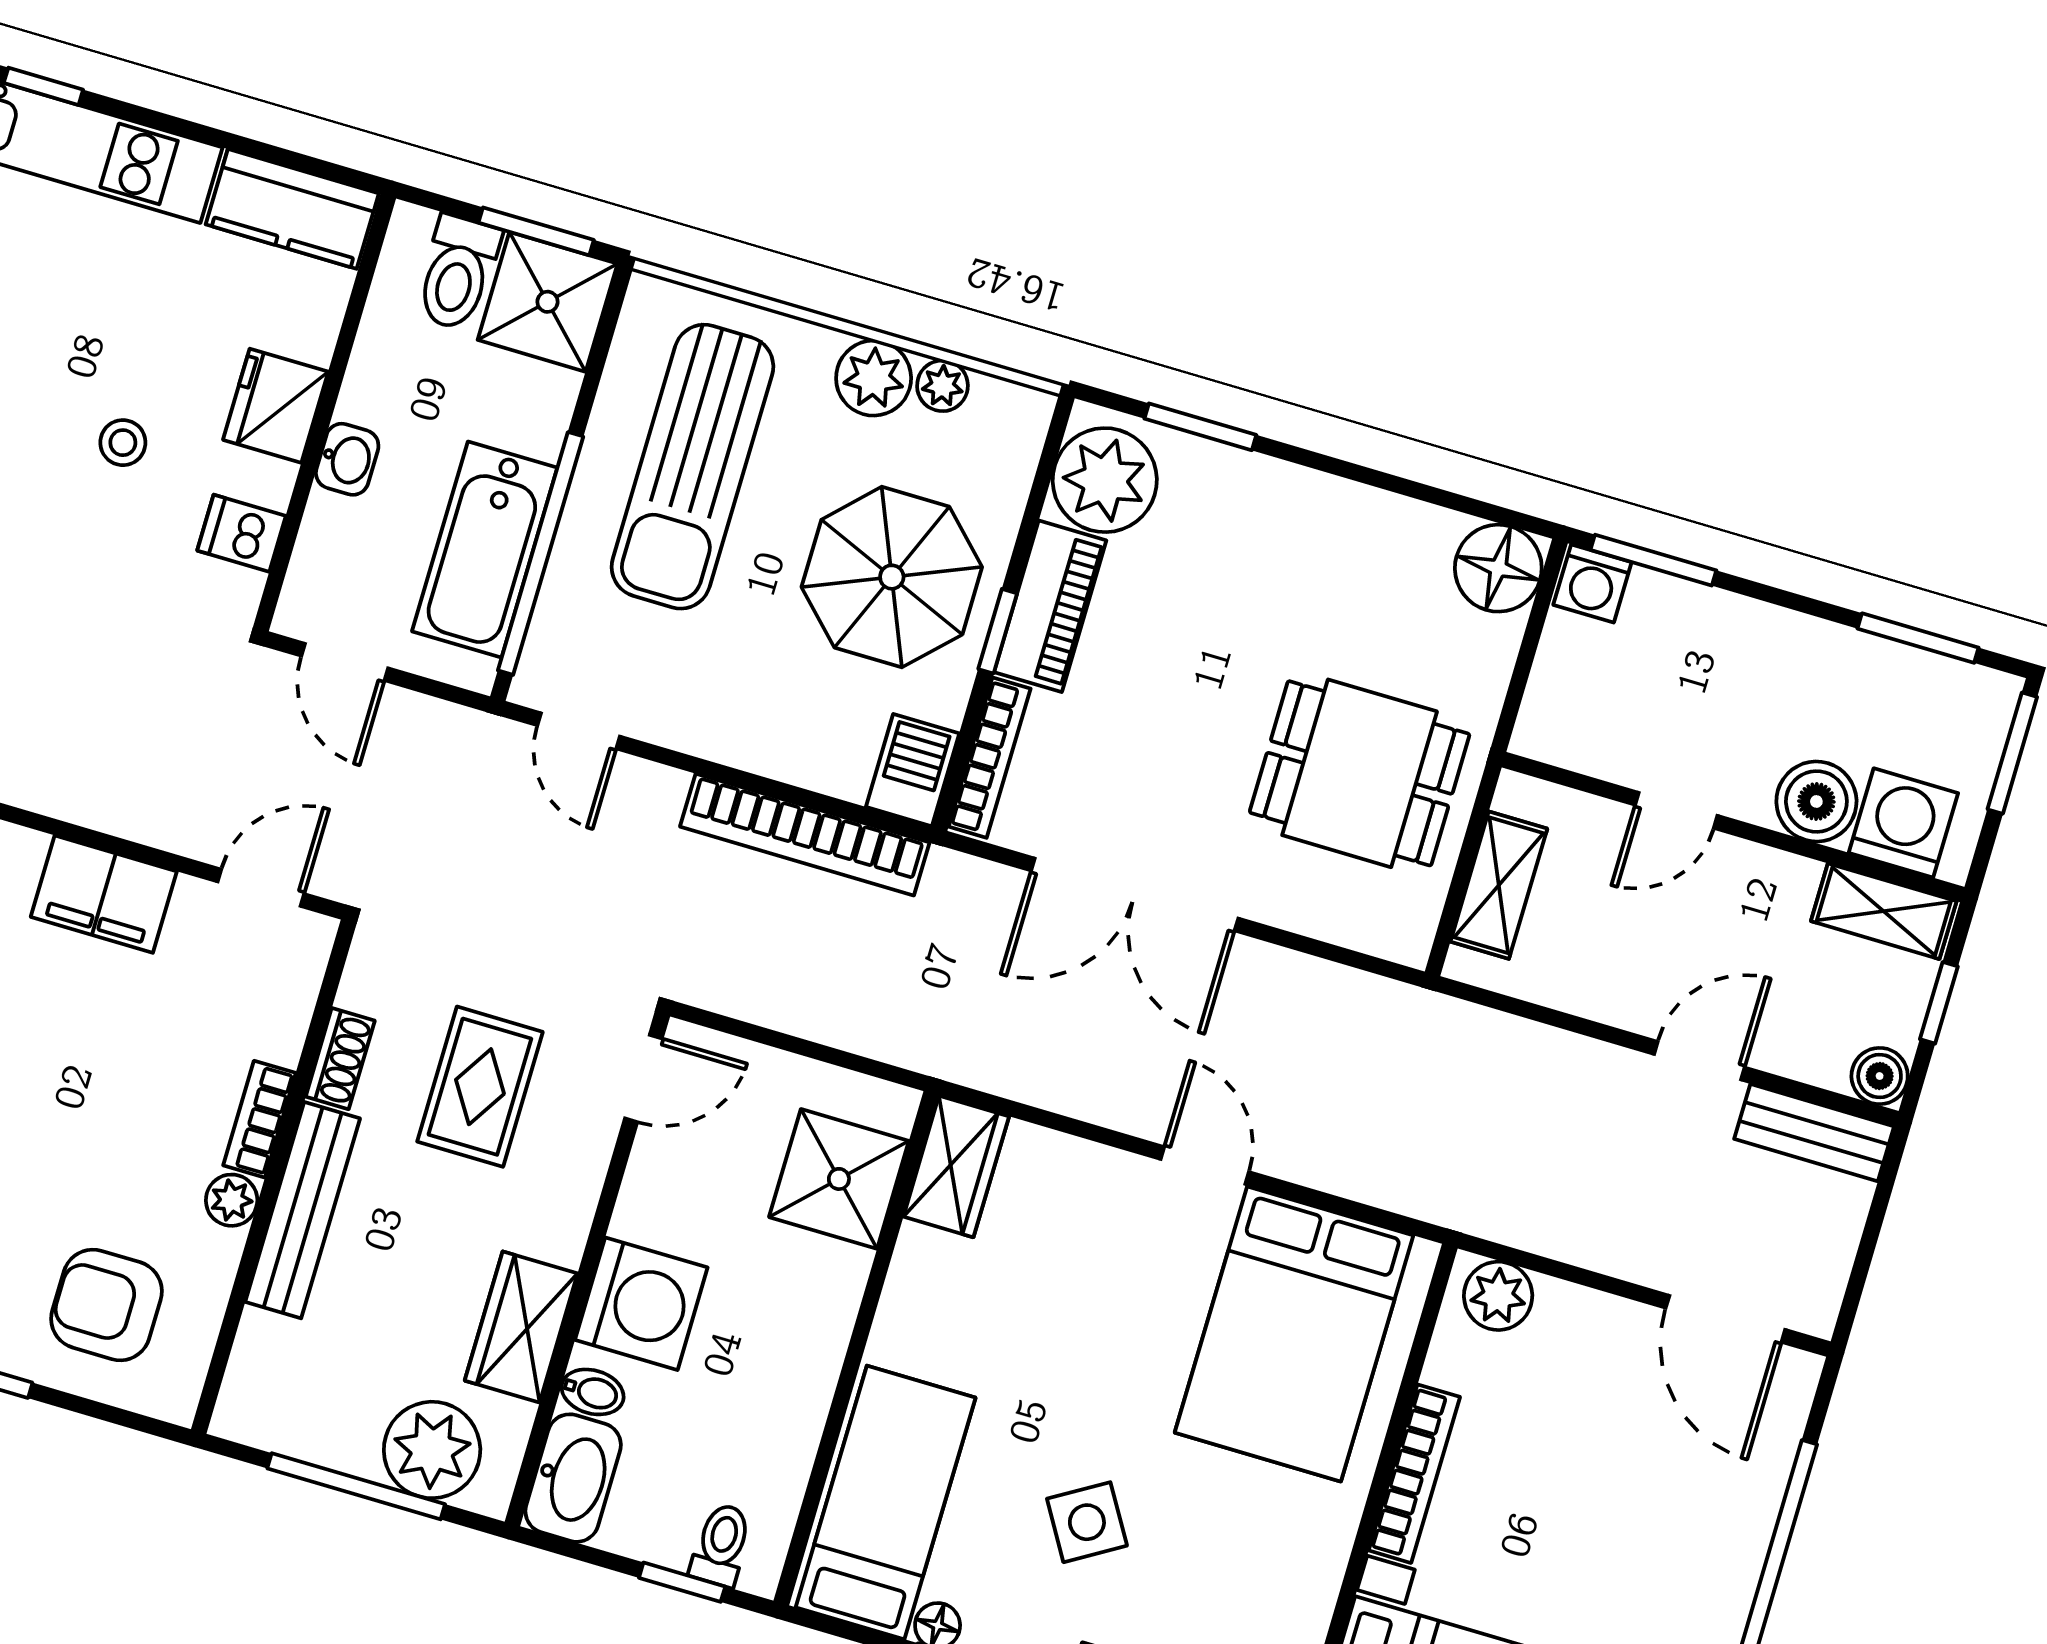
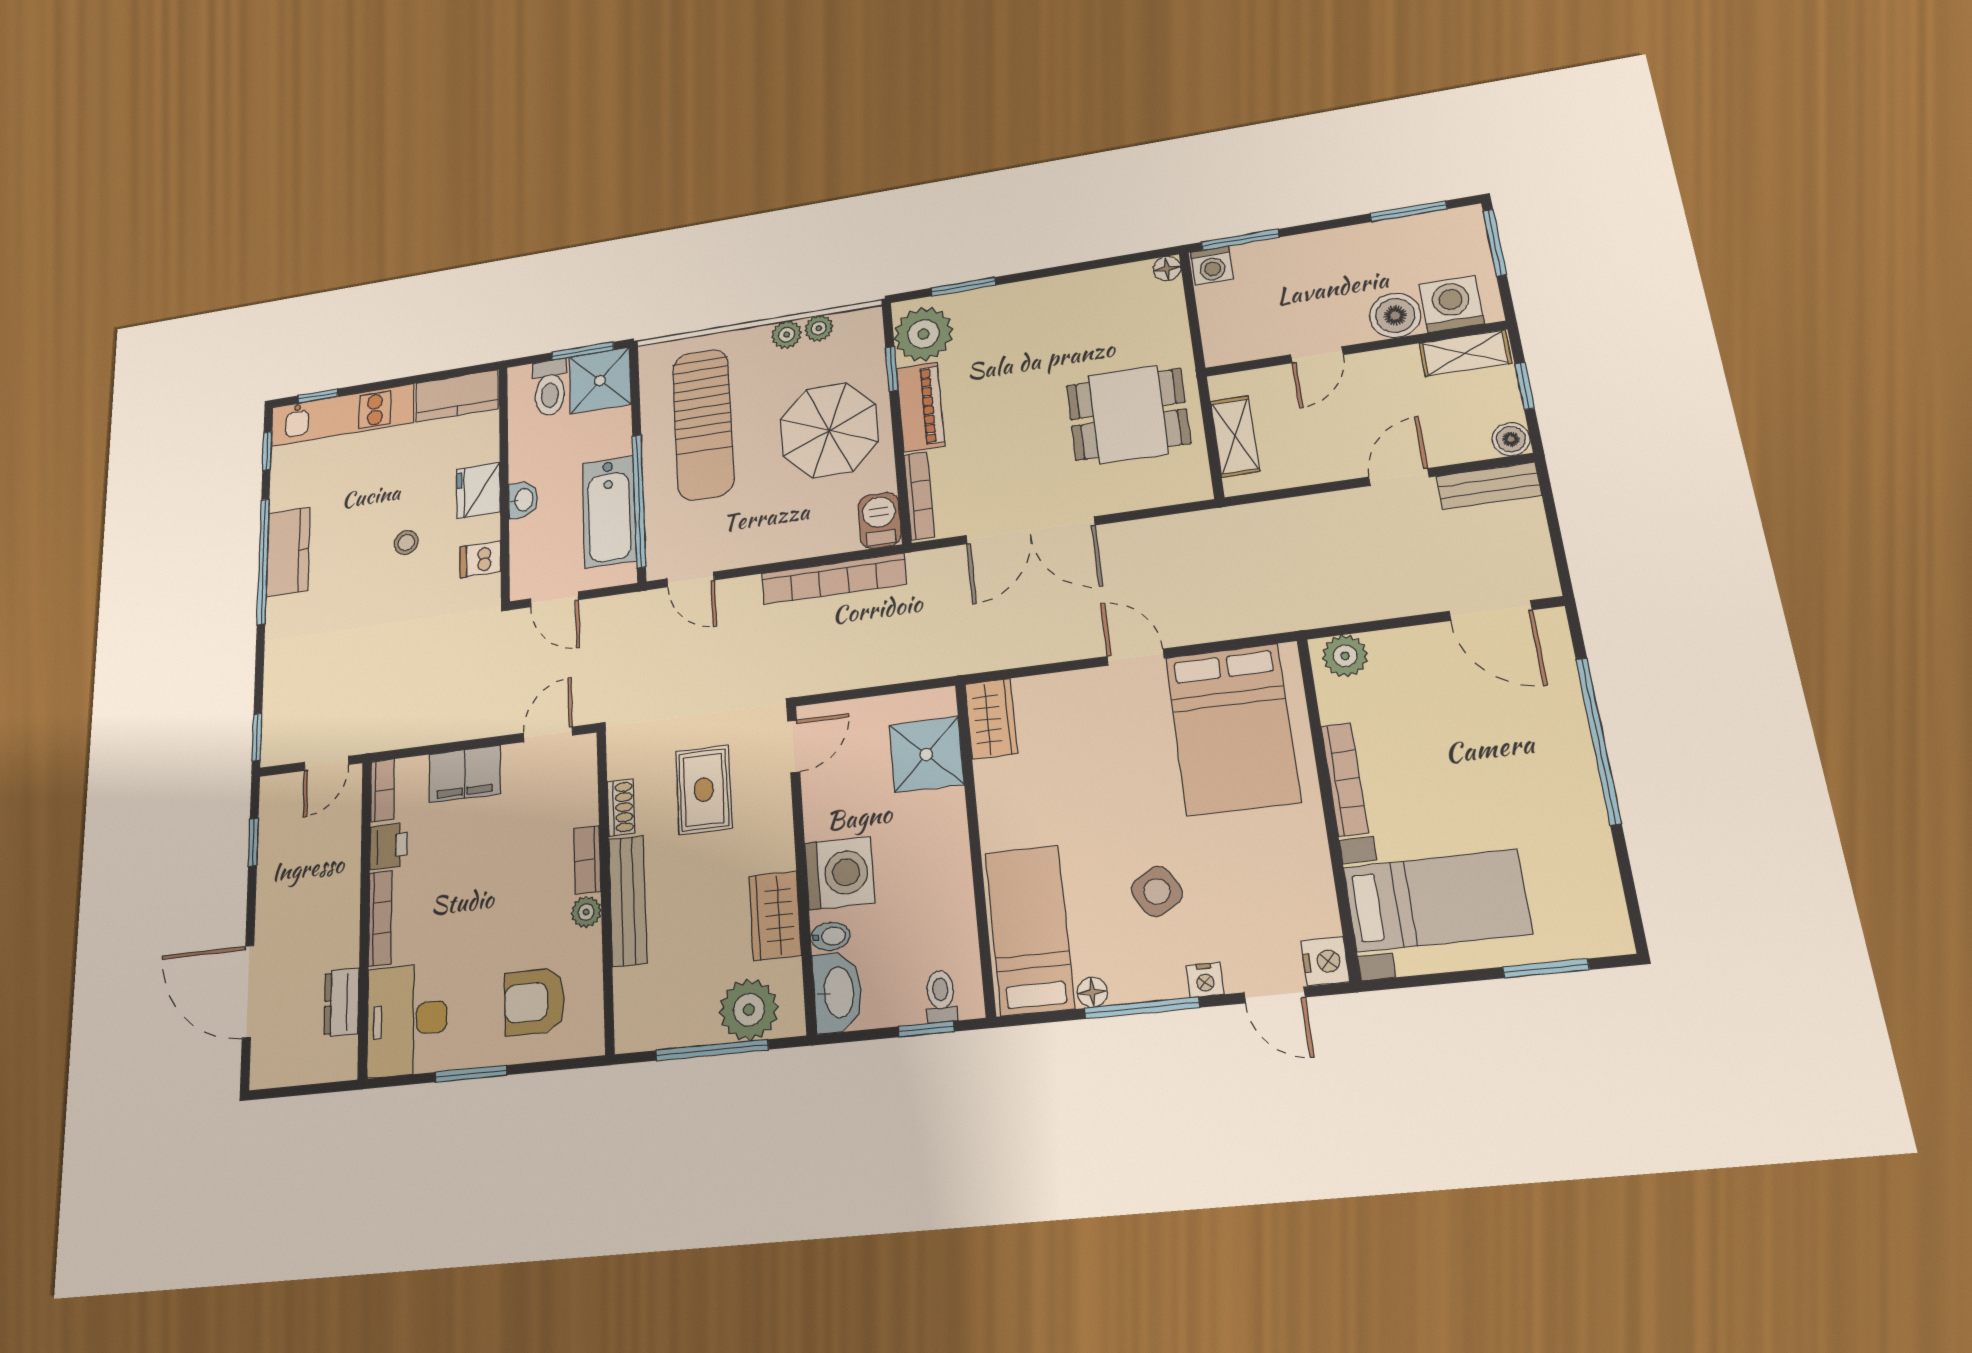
plant: (874, 378) -> (787, 335), width x0.73, depth x0.73
floor lamp: (1498, 568) -> (1167, 269), width x0.53, depth x0.53
window: (998, 631) -> (892, 369), moved

